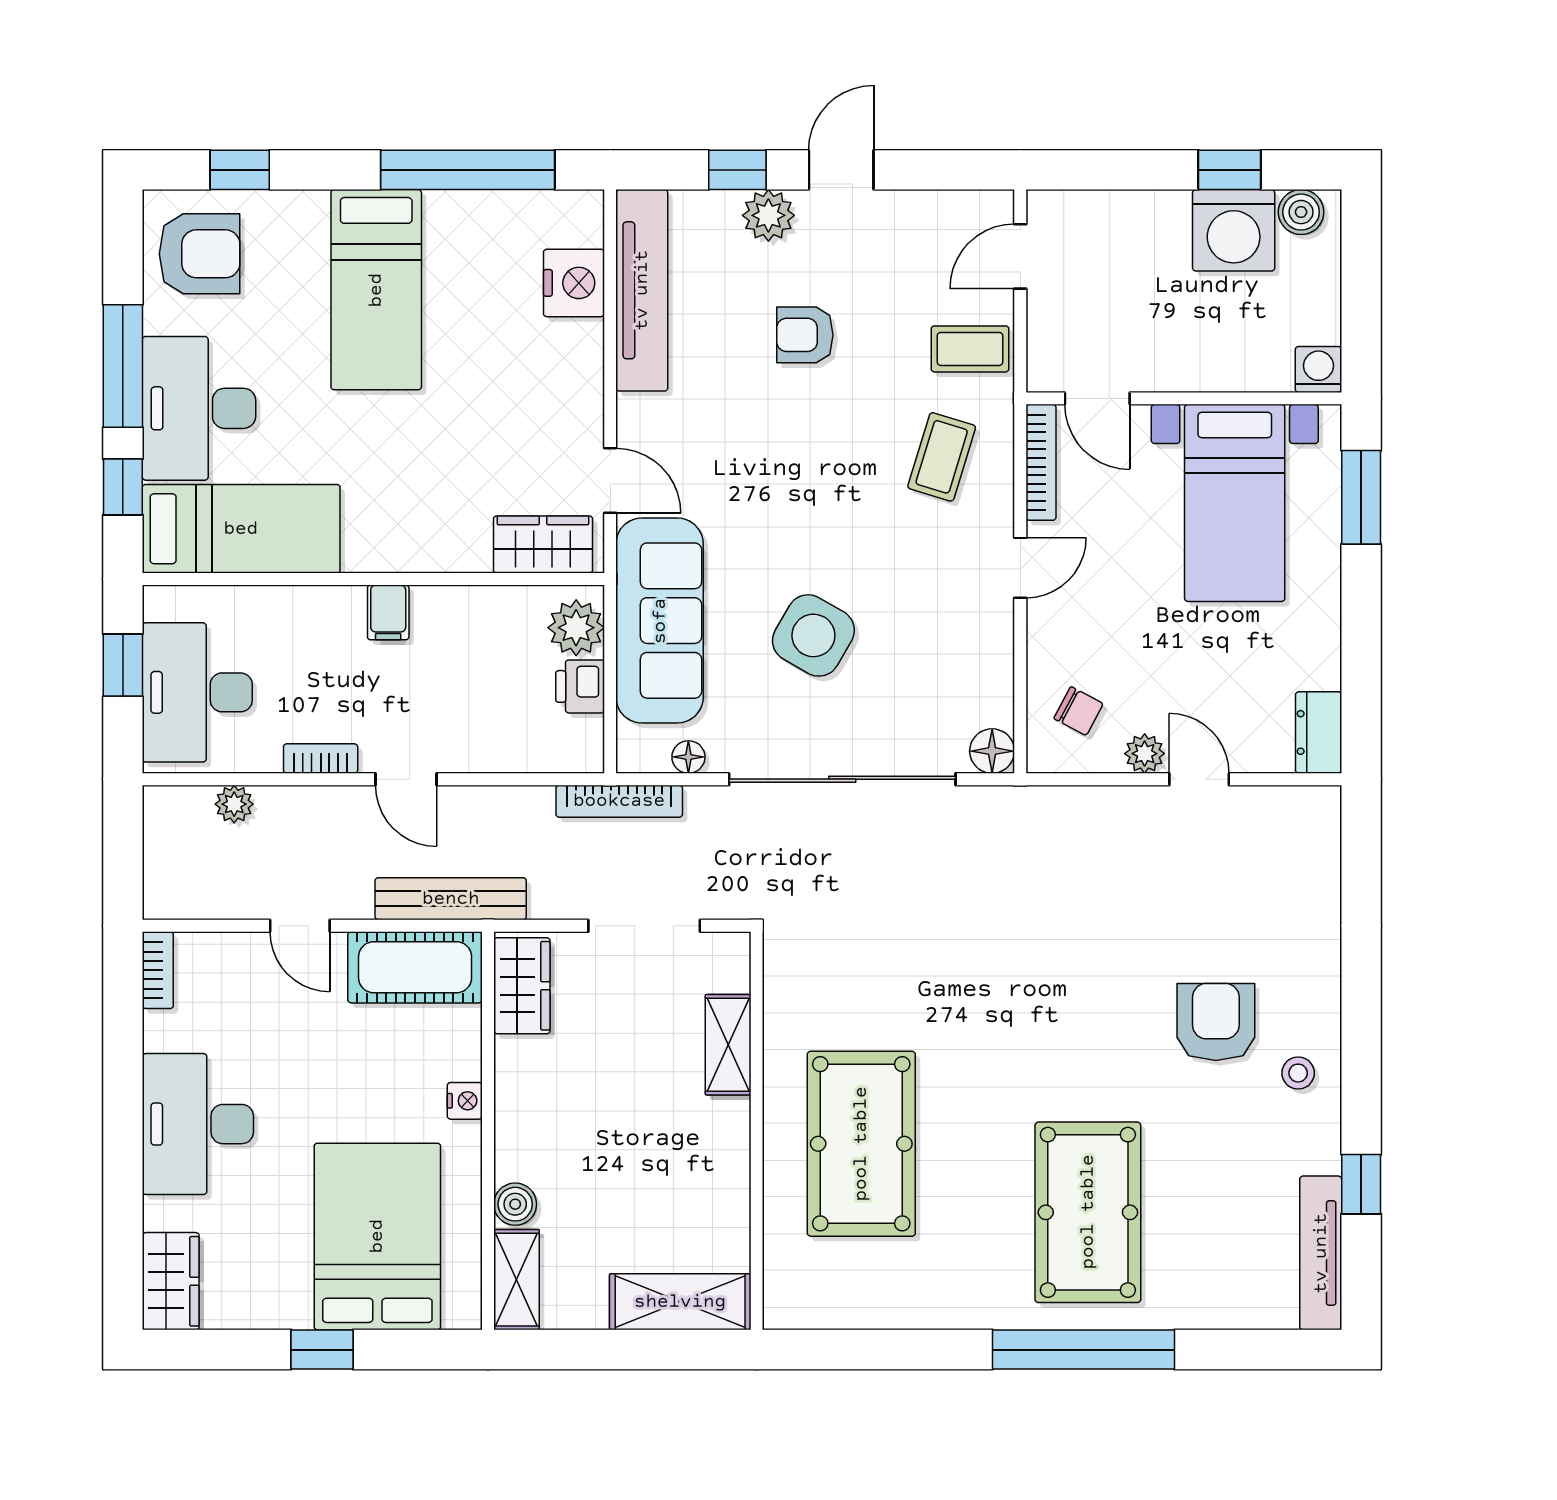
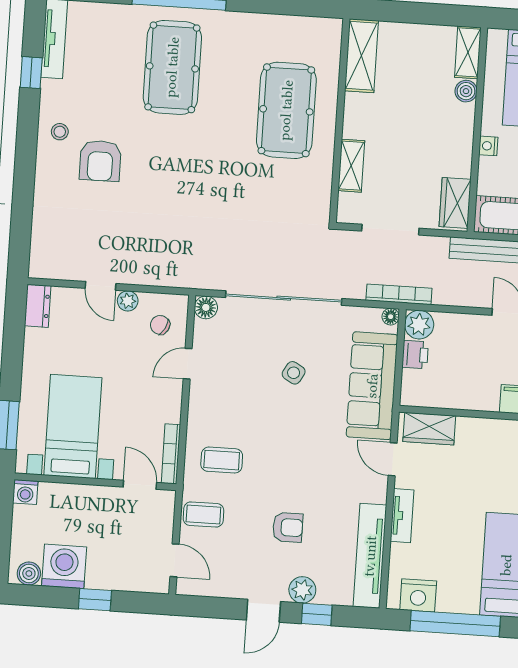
window: (1229, 170) -> (95, 600), moved
door: (1020, 256) -> (174, 560), hinge flipped
nightstand: (574, 283) -> (418, 595), moved, turned -90
tv unit: (585, 372) -> (402, 516), added
coffee table: (942, 457) -> (222, 460), turned 73
door: (1020, 568) -> (188, 364), moved
plant: (576, 628) -> (419, 325), moved
side table: (813, 635) -> (294, 373), width x0.54, depth x0.54
floor lamp: (688, 757) -> (391, 317), moved
shelving: (680, 1302) -> (361, 56), moved, turned 90

